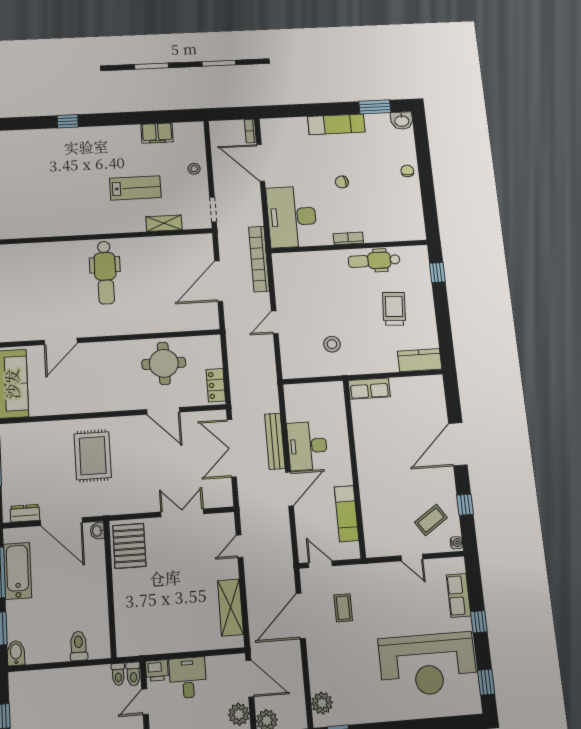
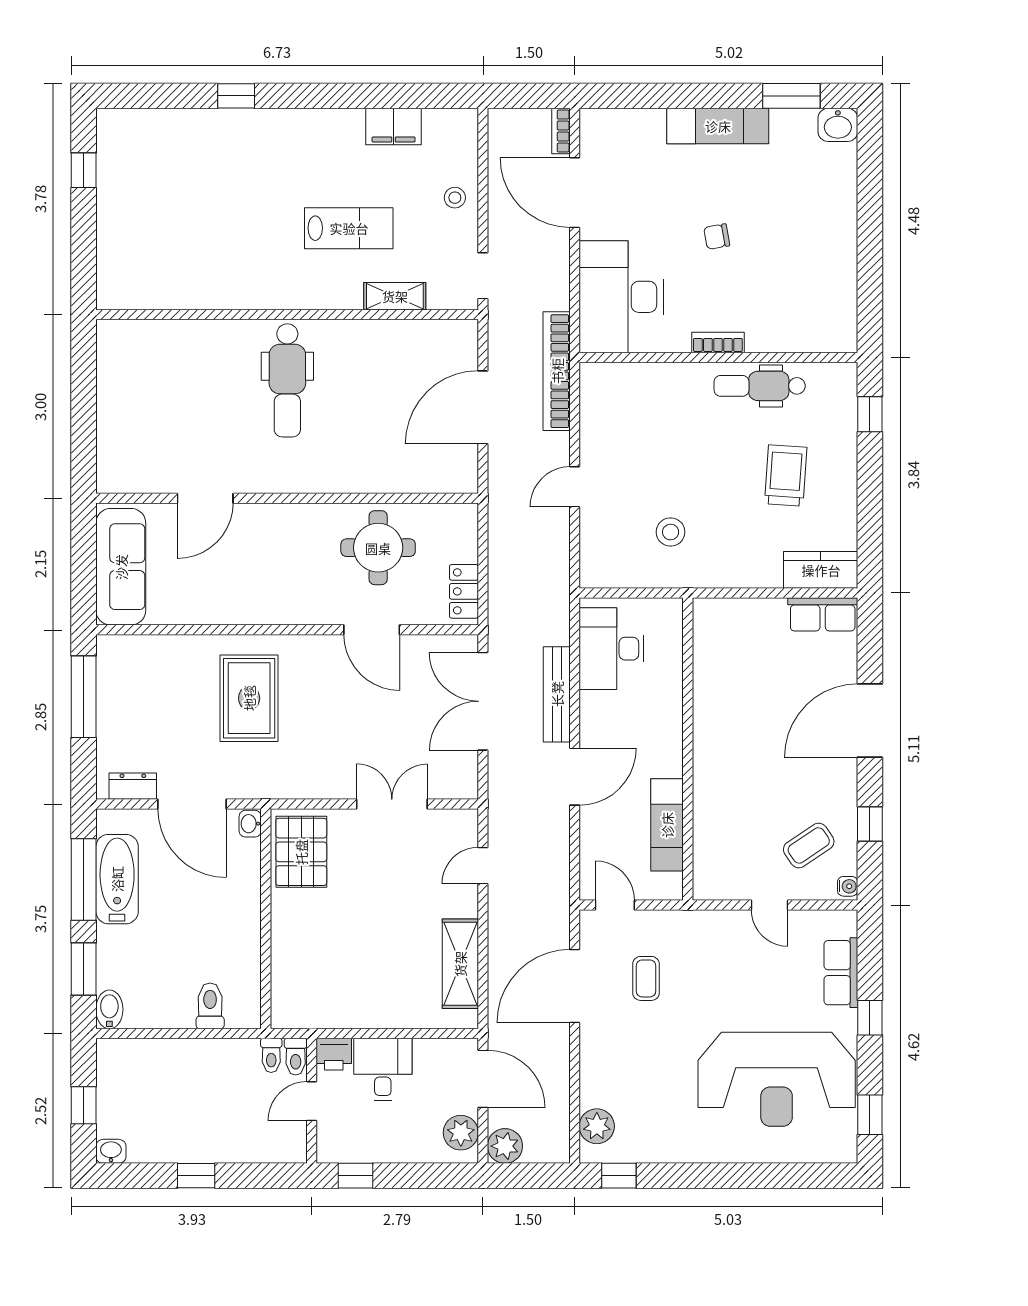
chair: (407, 171) -> (837, 222), removed
row of seats: (369, 389) -> (823, 614), moved
desk: (307, 446) -> (611, 649), moved

